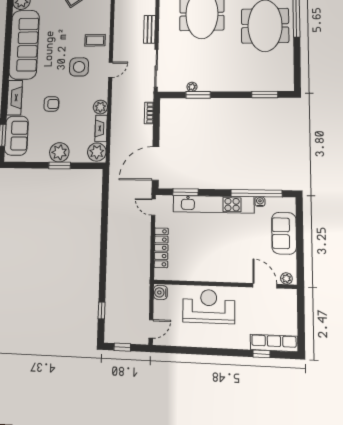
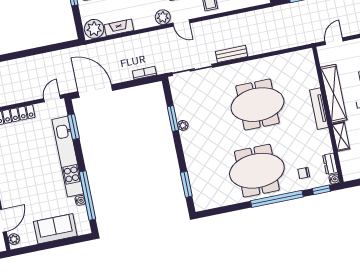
plant: (192, 87) -> (183, 125), moved
plant: (100, 107) -> (163, 17), moved

